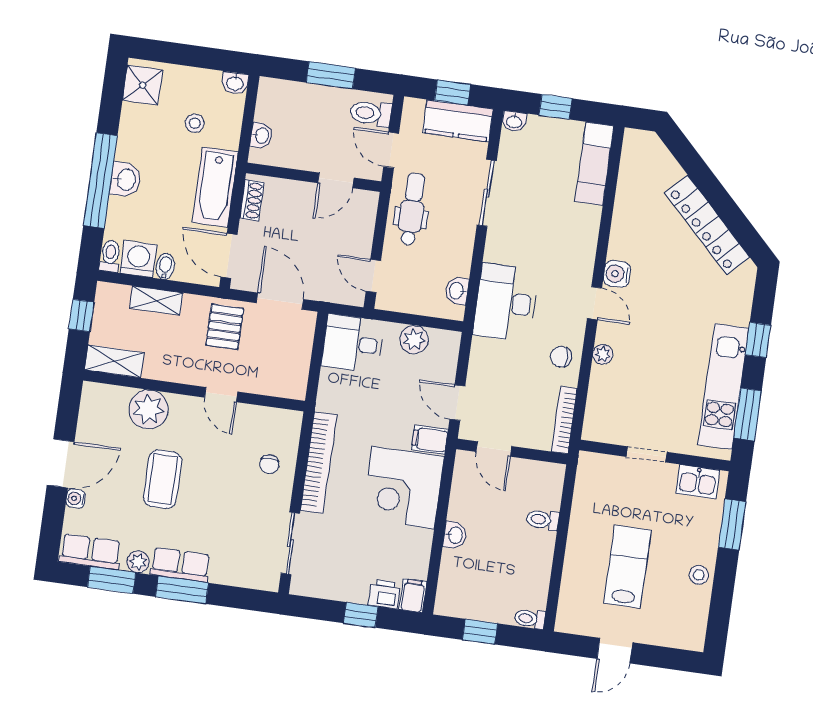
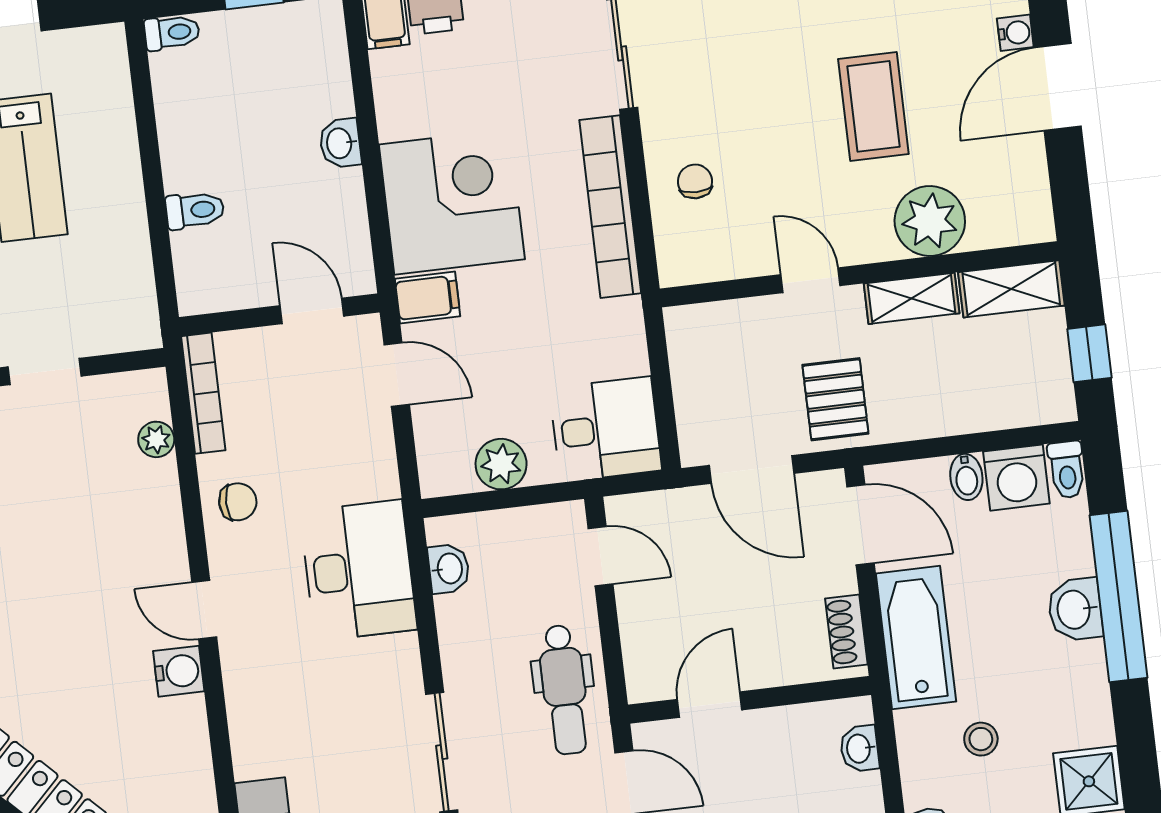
shelving: (156, 301) -> (912, 298), moved
plant: (603, 354) -> (156, 439), moved

